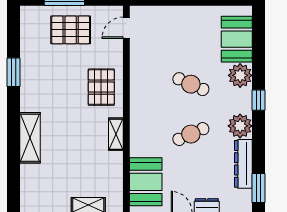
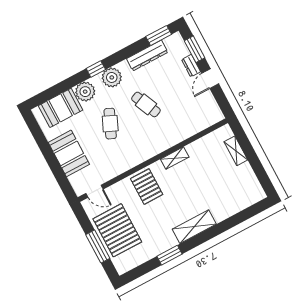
pallet: (71, 30) -> (117, 230), width x1.37, depth x1.41
pallet: (101, 87) -> (147, 187), turned 90
plant: (240, 126) -> (112, 77), moved
shelving: (30, 138) -> (194, 227), moved
booth: (146, 182) -> (69, 153), moved, turned 90

